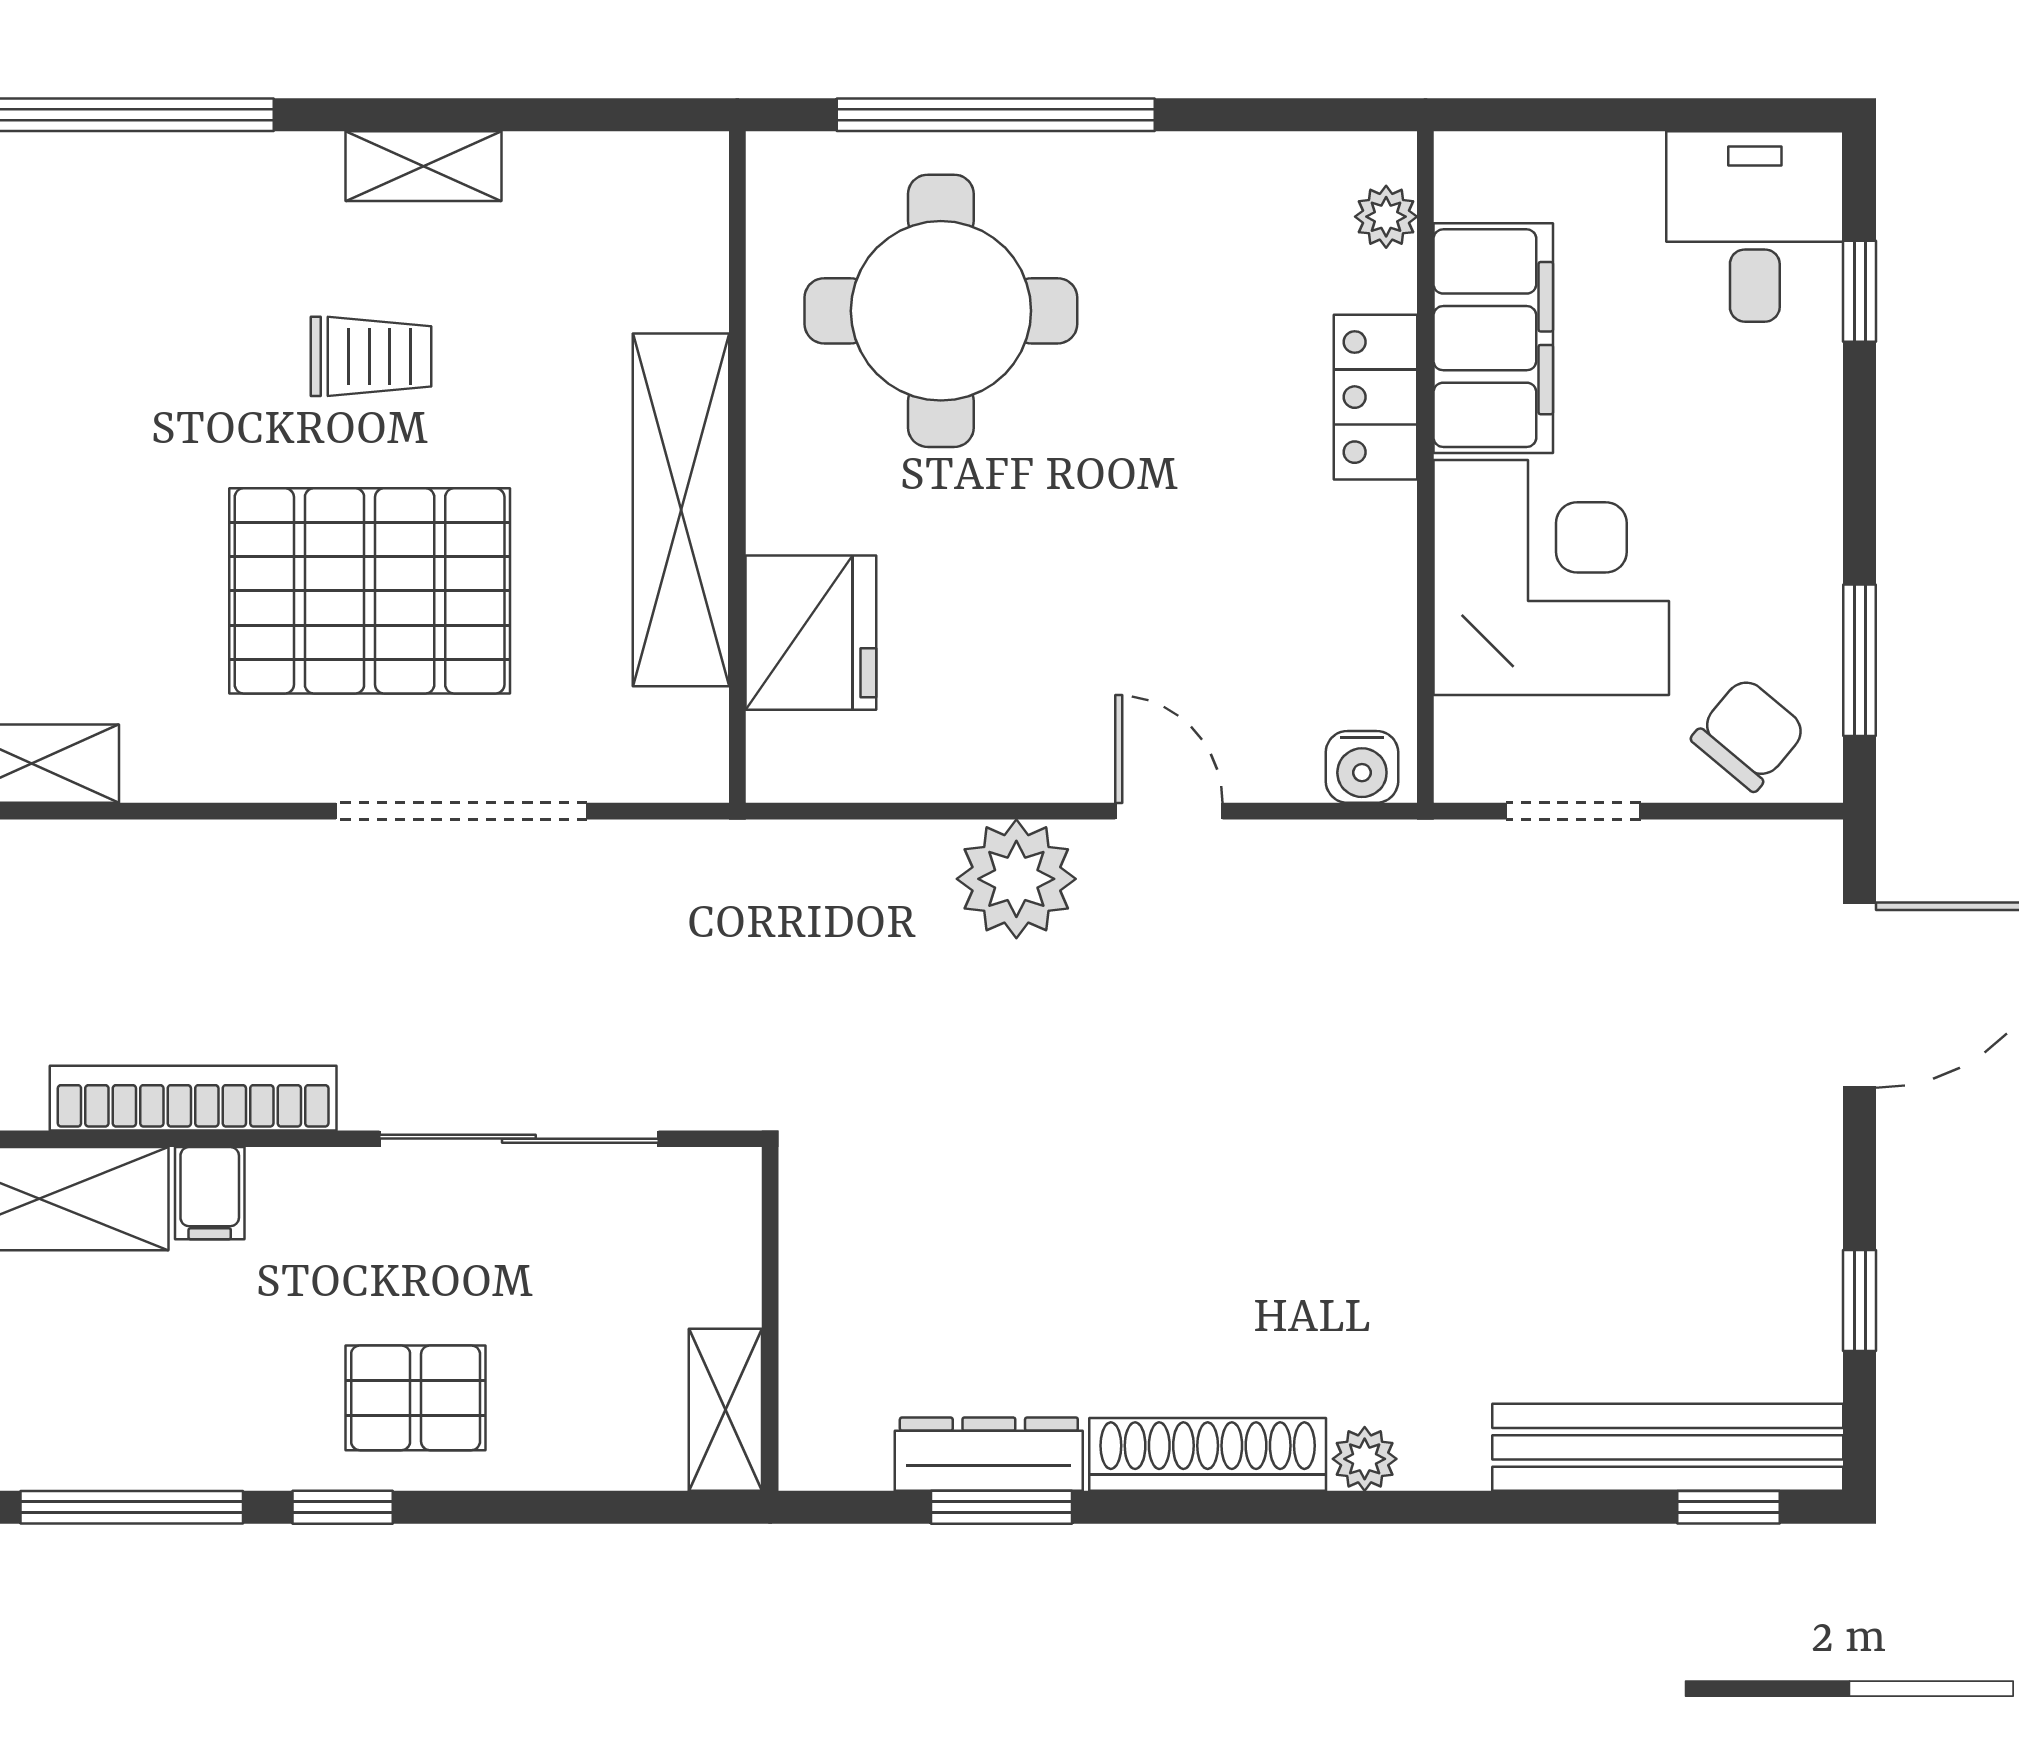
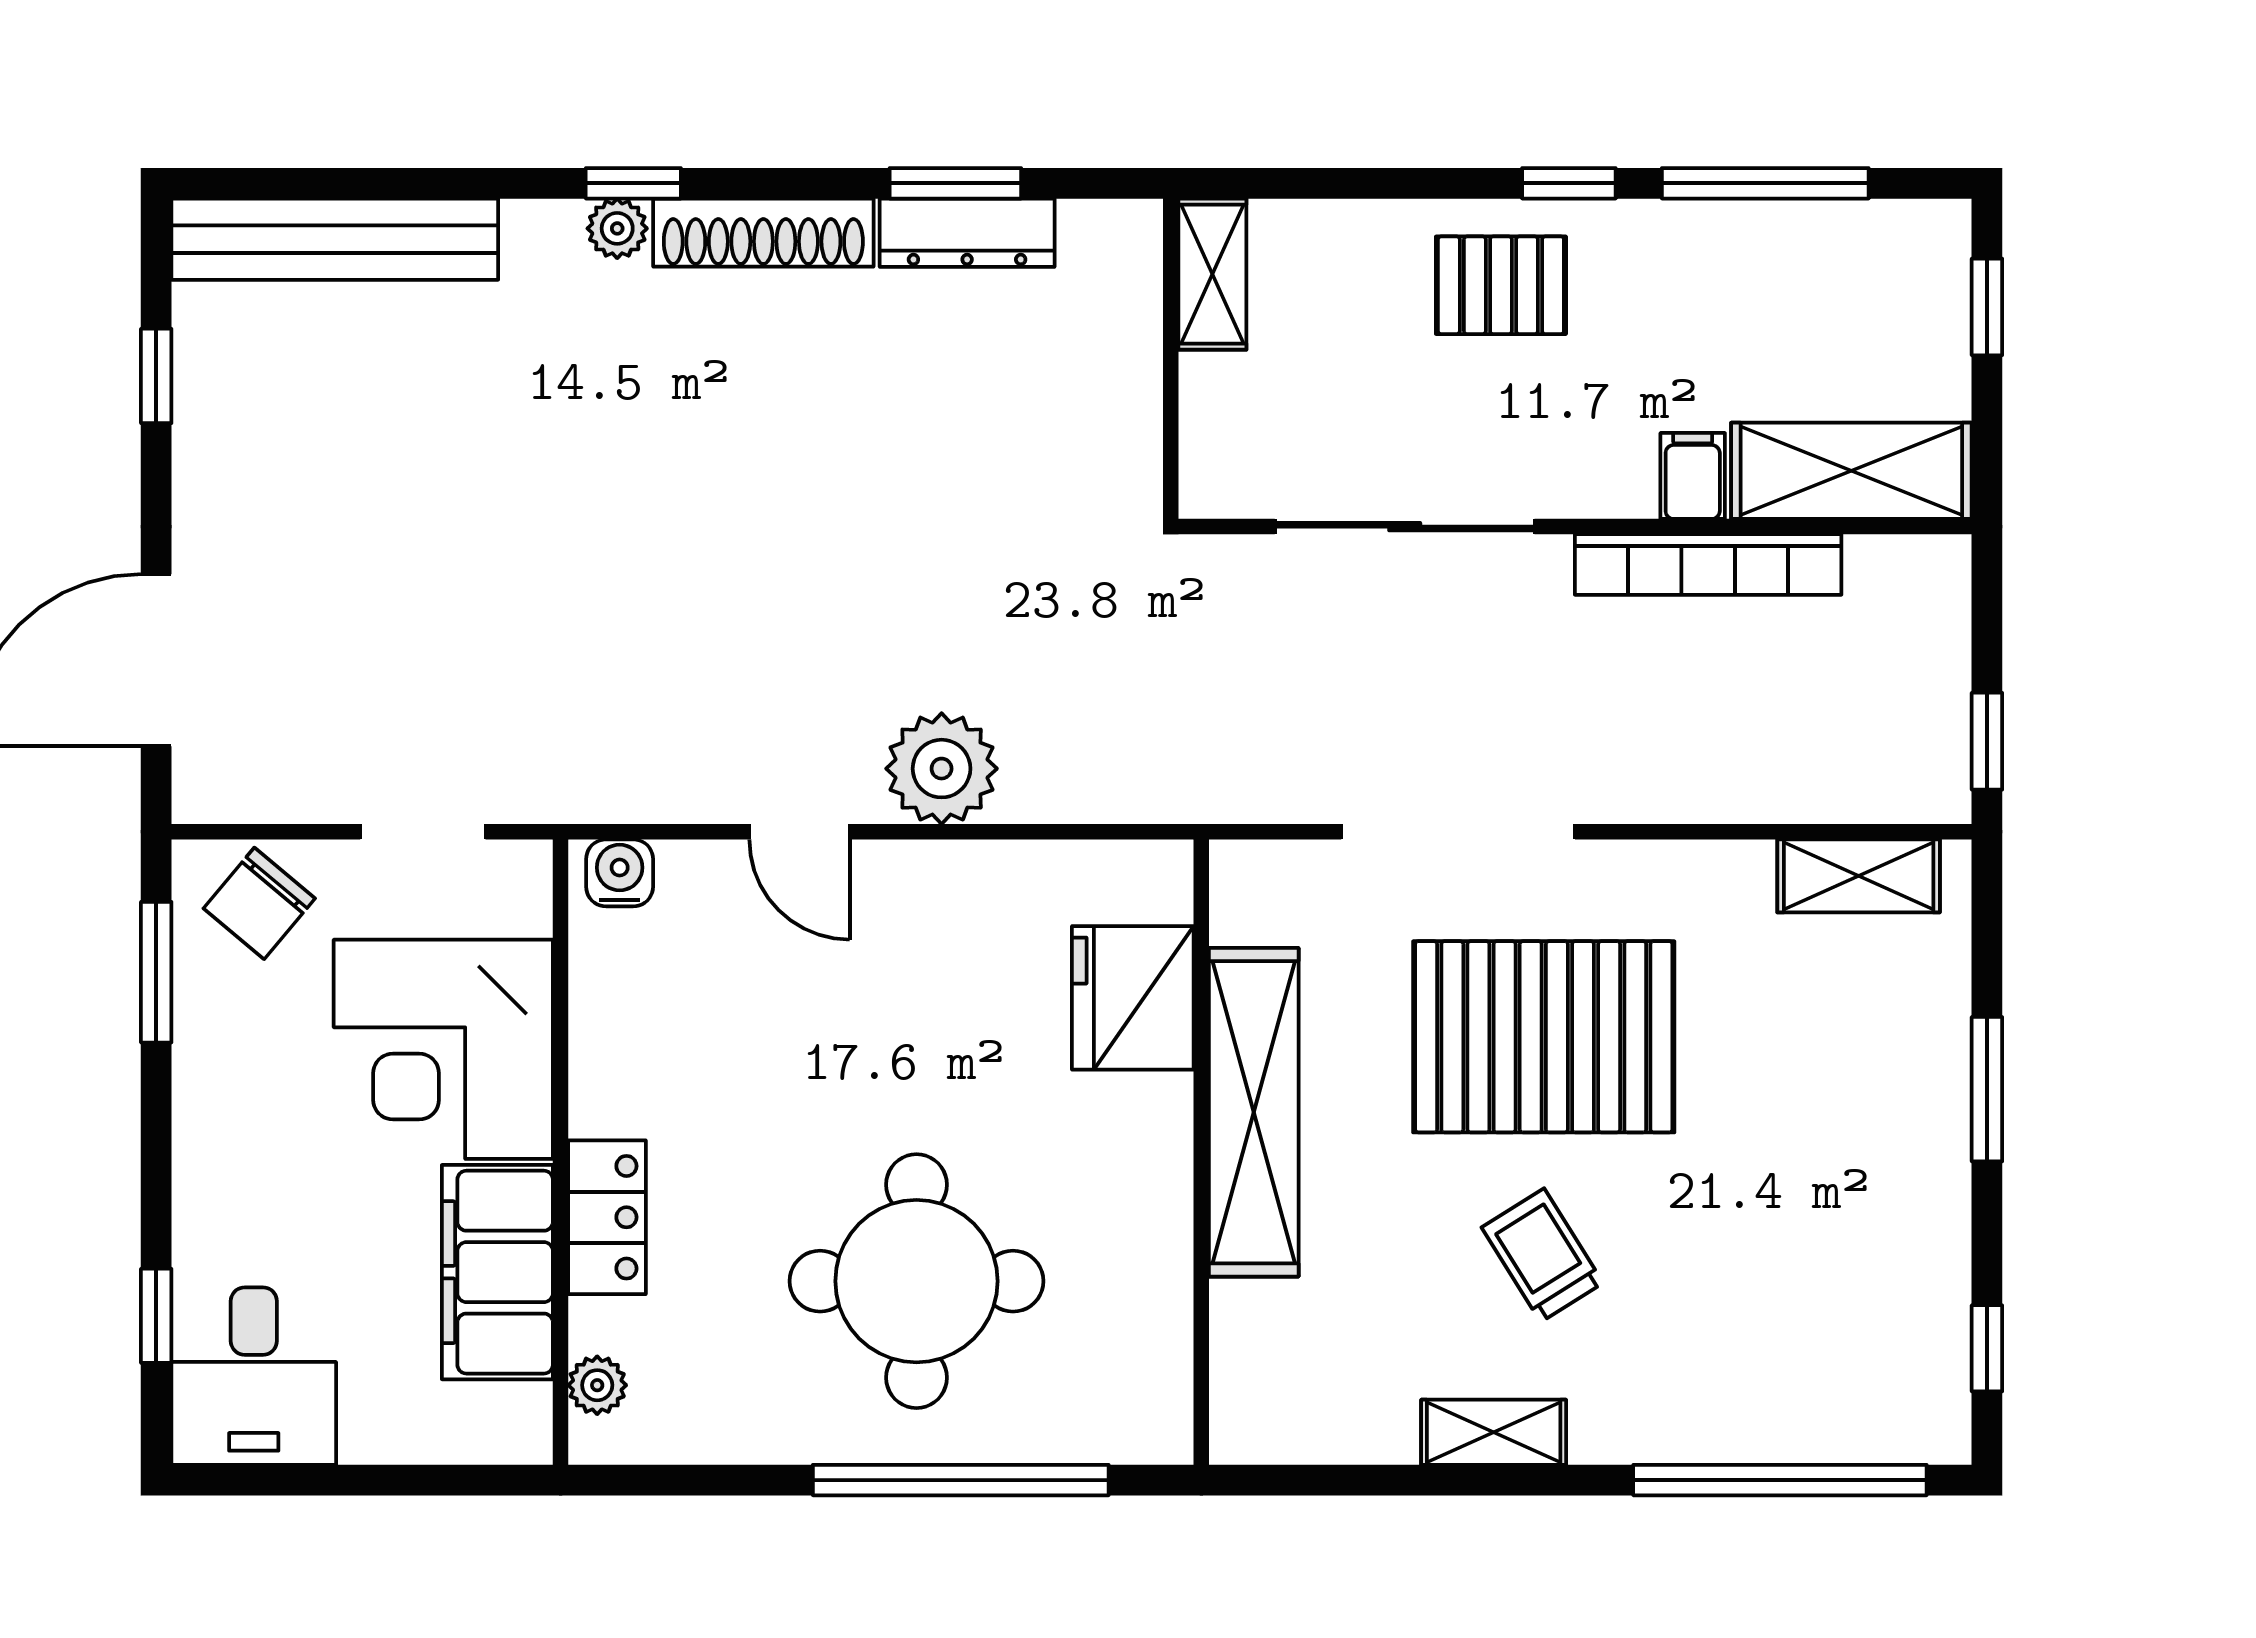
round table: (941, 311) -> (916, 1281), moved
trolley: (371, 356) -> (1542, 1255), turned 58
window: (1729, 1507) -> (633, 183), moved

